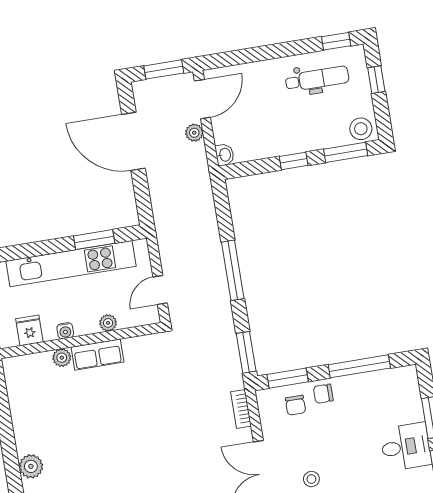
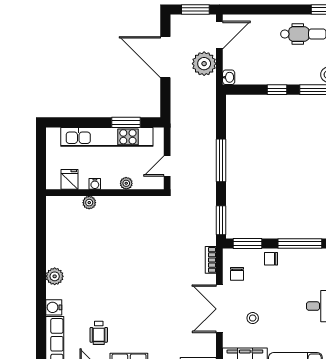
plant: (194, 133) -> (204, 64), width x1.88, depth x1.88
row of seats: (97, 355) -> (115, 205), removed
chair: (295, 405) -> (237, 274), moved

